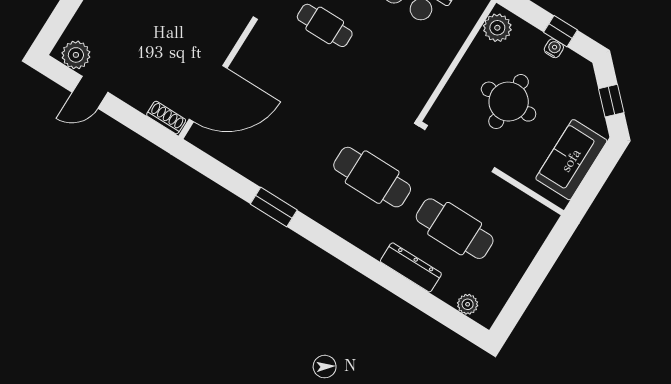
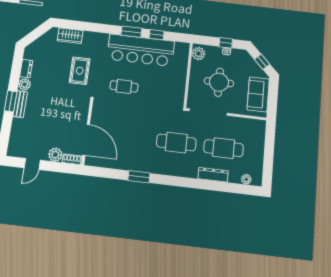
plant: (76, 55) -> (55, 155), moved
door: (208, 94) -> (86, 140), hinge flipped

